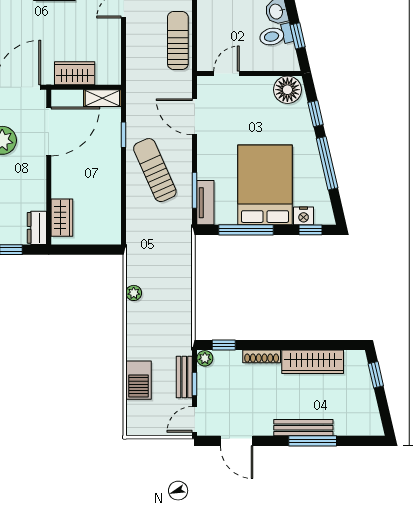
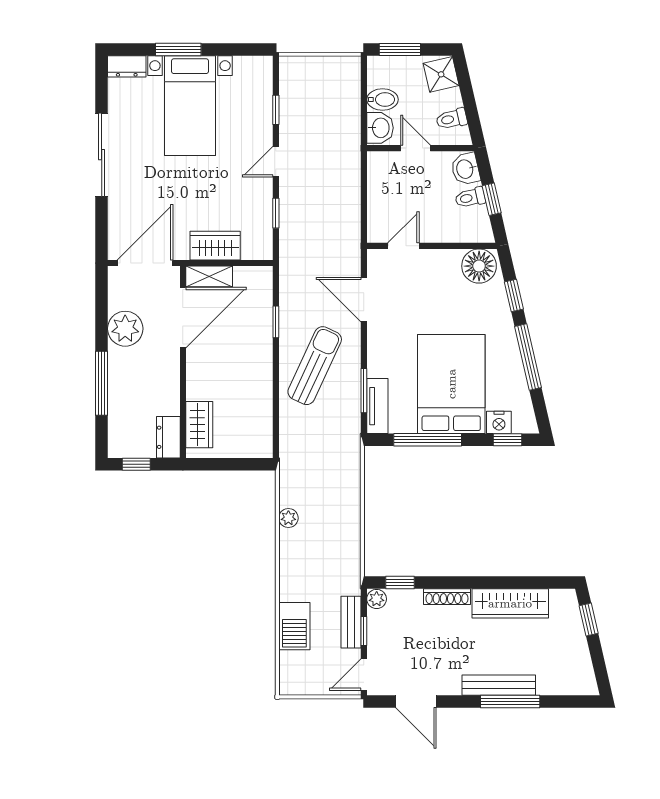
toilet: (276, 36) -> (470, 198), width x0.73, depth x0.72
sun lounger: (178, 41) -> (343, 205), removed
window: (124, 47) -> (276, 213), added
shelving: (102, 98) -> (209, 276), moved
sun lounger: (155, 170) -> (315, 366), turned 49

